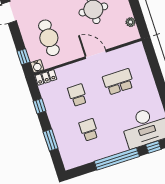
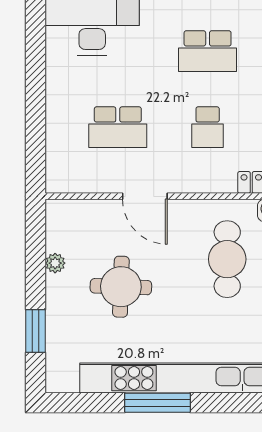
plant: (131, 22) -> (55, 263), moved
school desk: (89, 130) -> (208, 51), width x1.85

